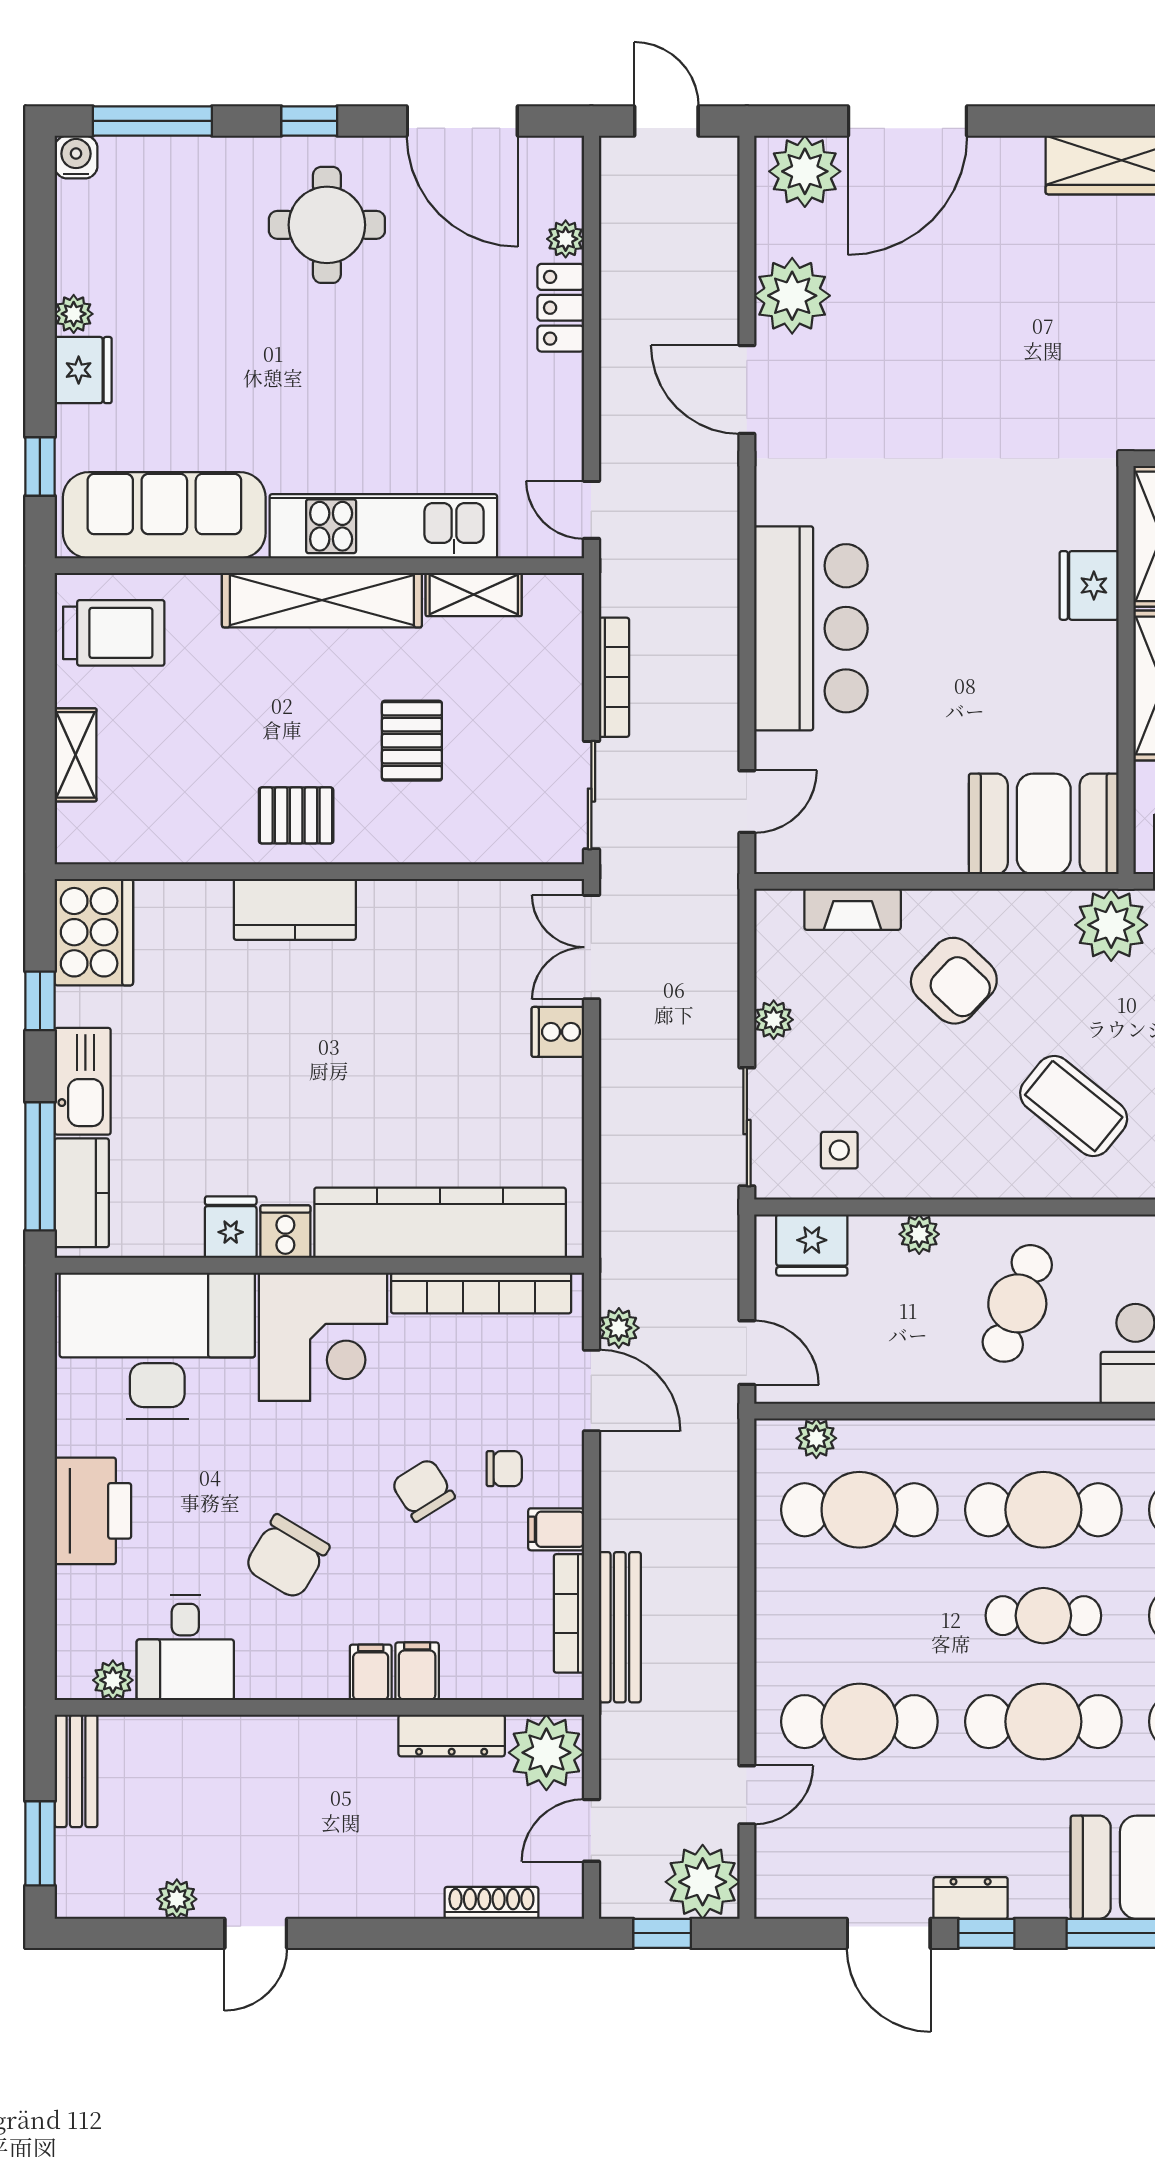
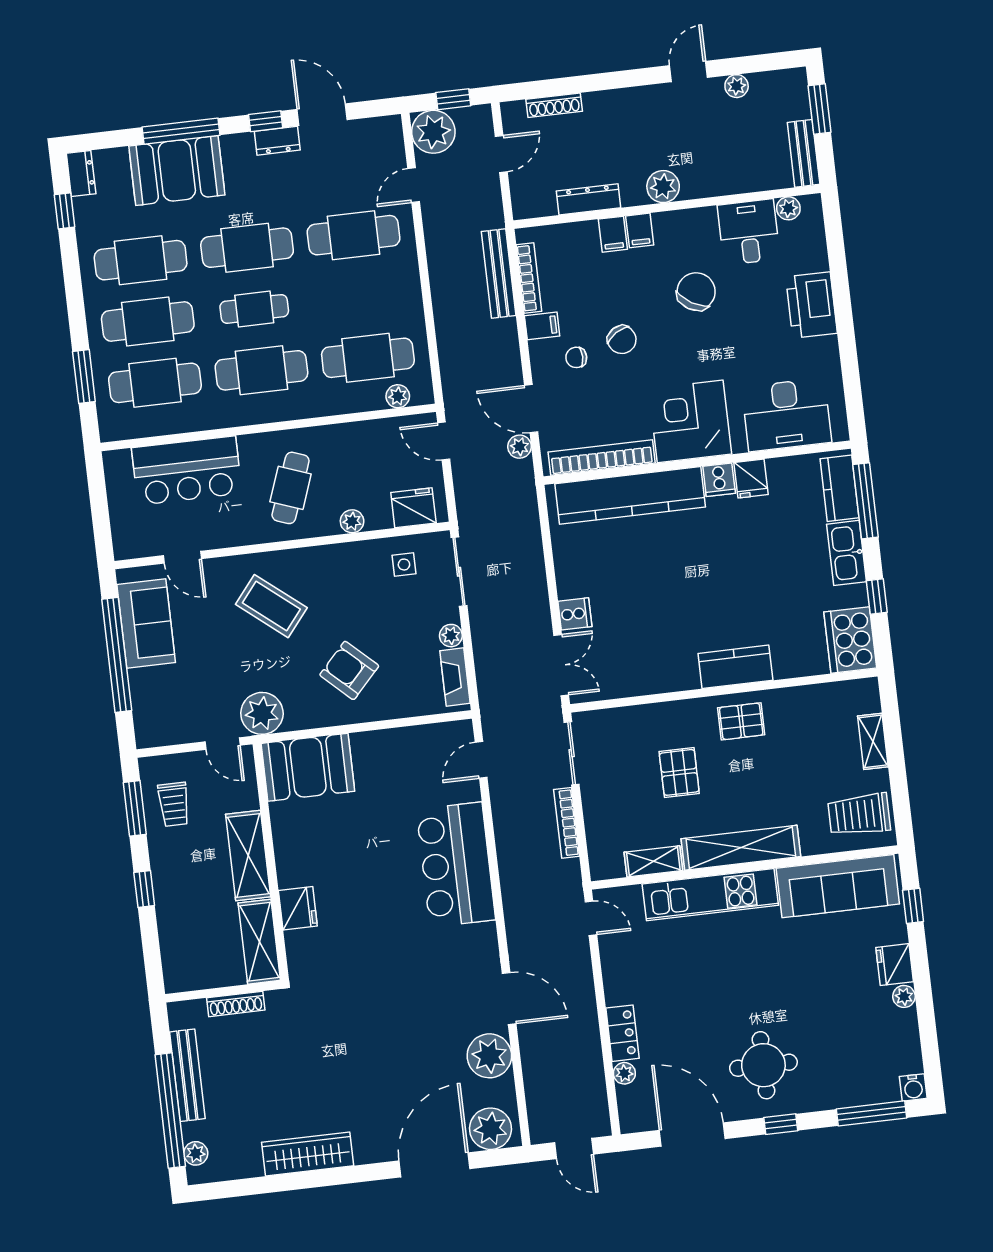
fireplace: (853, 909) -> (455, 677), moved, turned -90
desk: (157, 1346) -> (787, 415), width x0.73, depth x0.77
plant: (546, 1753) -> (663, 187), moved, width x0.73, depth x0.73

